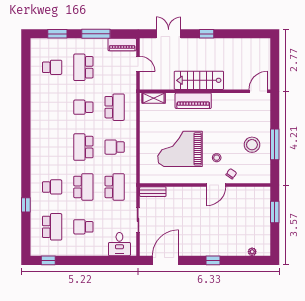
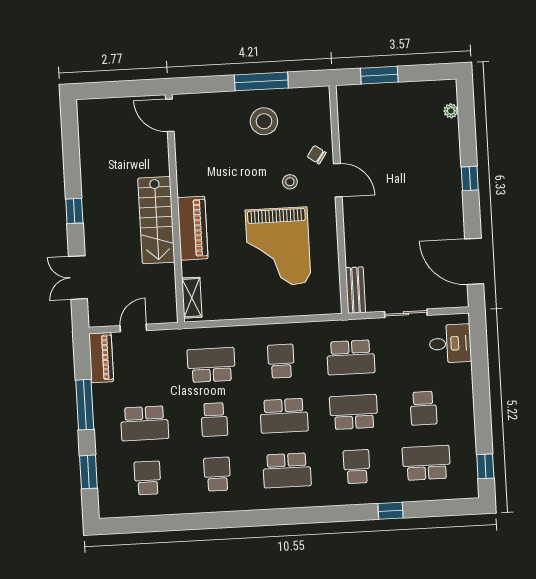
school desk: (52, 107) -> (217, 474), added
school desk: (52, 147) -> (287, 470), added
school desk: (115, 147) -> (281, 361), turned 180
school desk: (115, 187) -> (351, 357), turned 180

